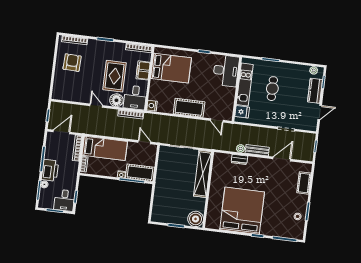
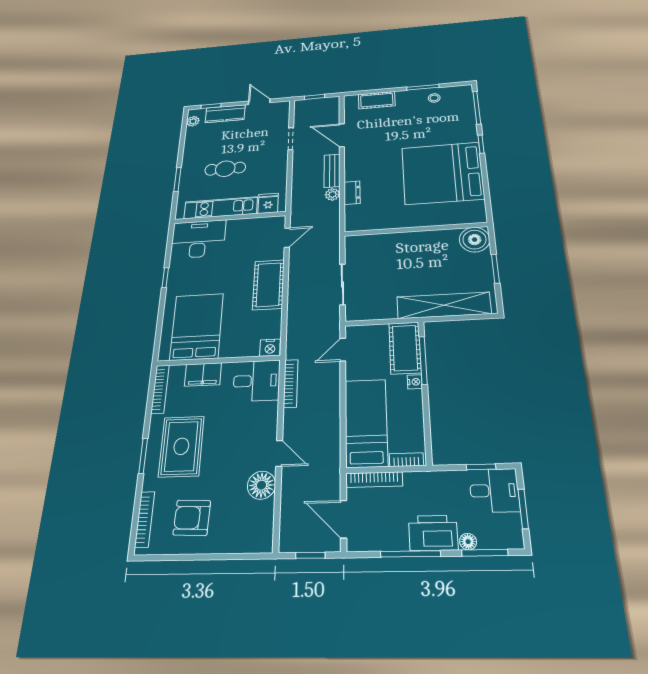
rug: (115, 76) -> (181, 446), moved, turned 90
floor lamp: (116, 100) -> (261, 485), moved
door: (96, 106) -> (279, 453), swing flipped
shelving: (203, 174) -> (444, 305), moved

